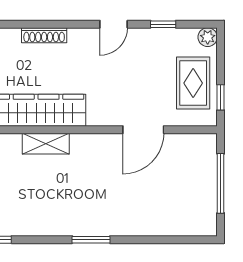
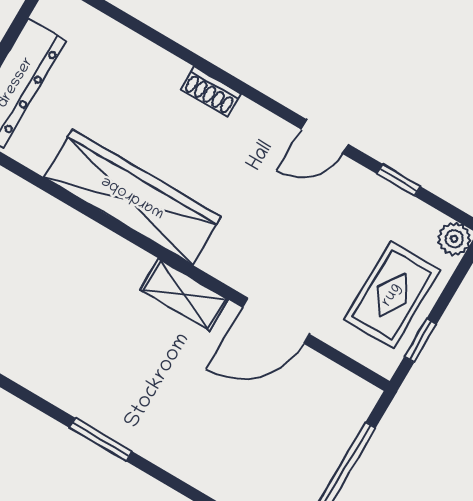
shoe rack: (44, 35) -> (211, 92), width x0.70
shelving: (46, 144) -> (184, 295), moved

